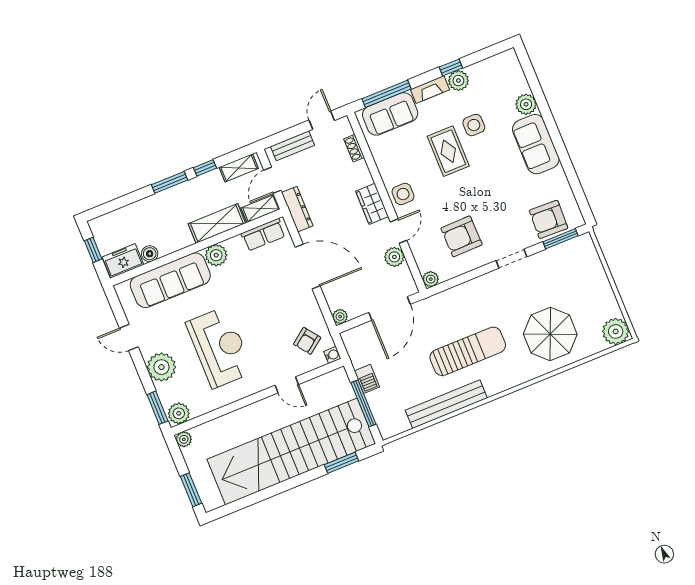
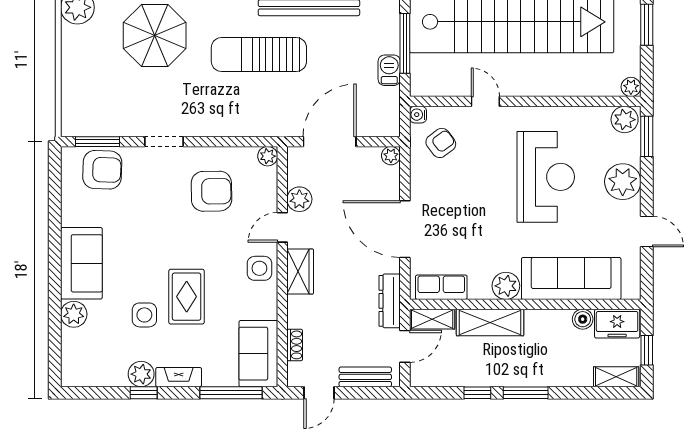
sofa: (390, 114) -> (258, 354), moved, turned -90
shelving: (239, 168) -> (616, 377), moved
reception desk: (220, 347) -> (546, 177), turned 180

